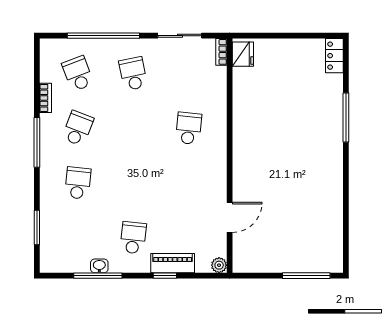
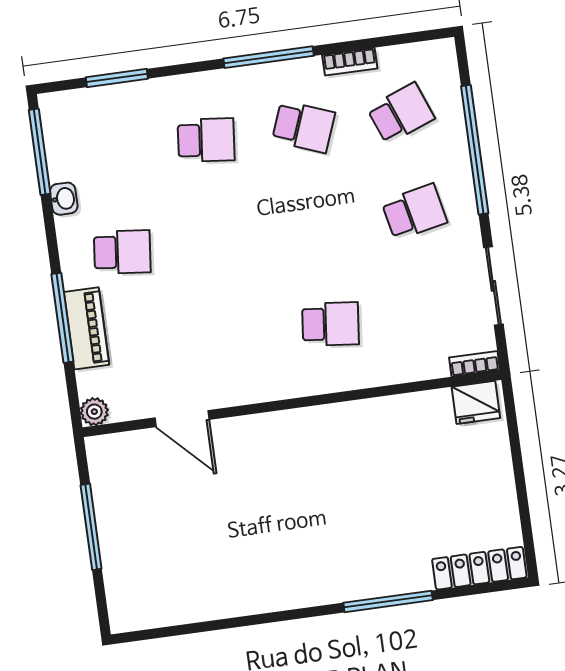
locker: (334, 56) -> (479, 568), width x1.53
window: (98, 276) -> (40, 152), moved
window: (165, 276) -> (62, 318), width x2.17
window: (306, 276) -> (91, 527), moved

